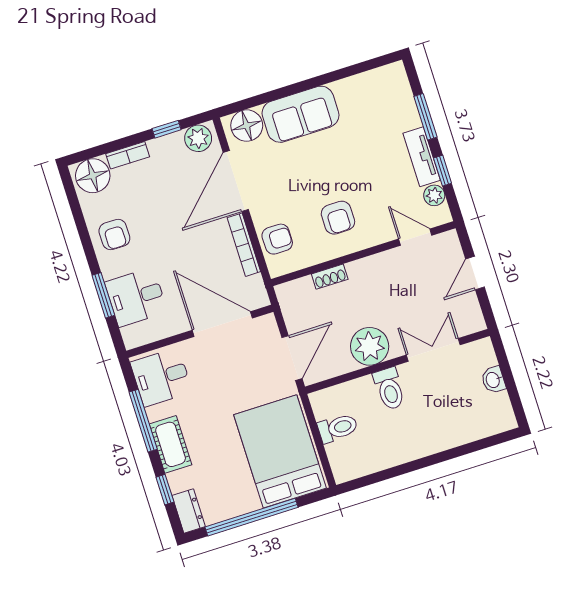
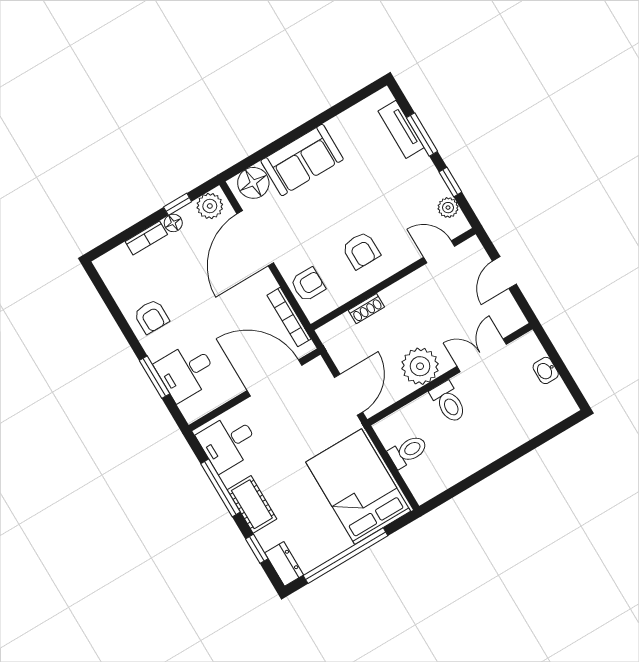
tv unit: (422, 157) -> (401, 129), moved
floor lamp: (93, 176) -> (173, 223), moved, width x0.53, depth x0.53
bookcase: (244, 245) -> (289, 317), moved

